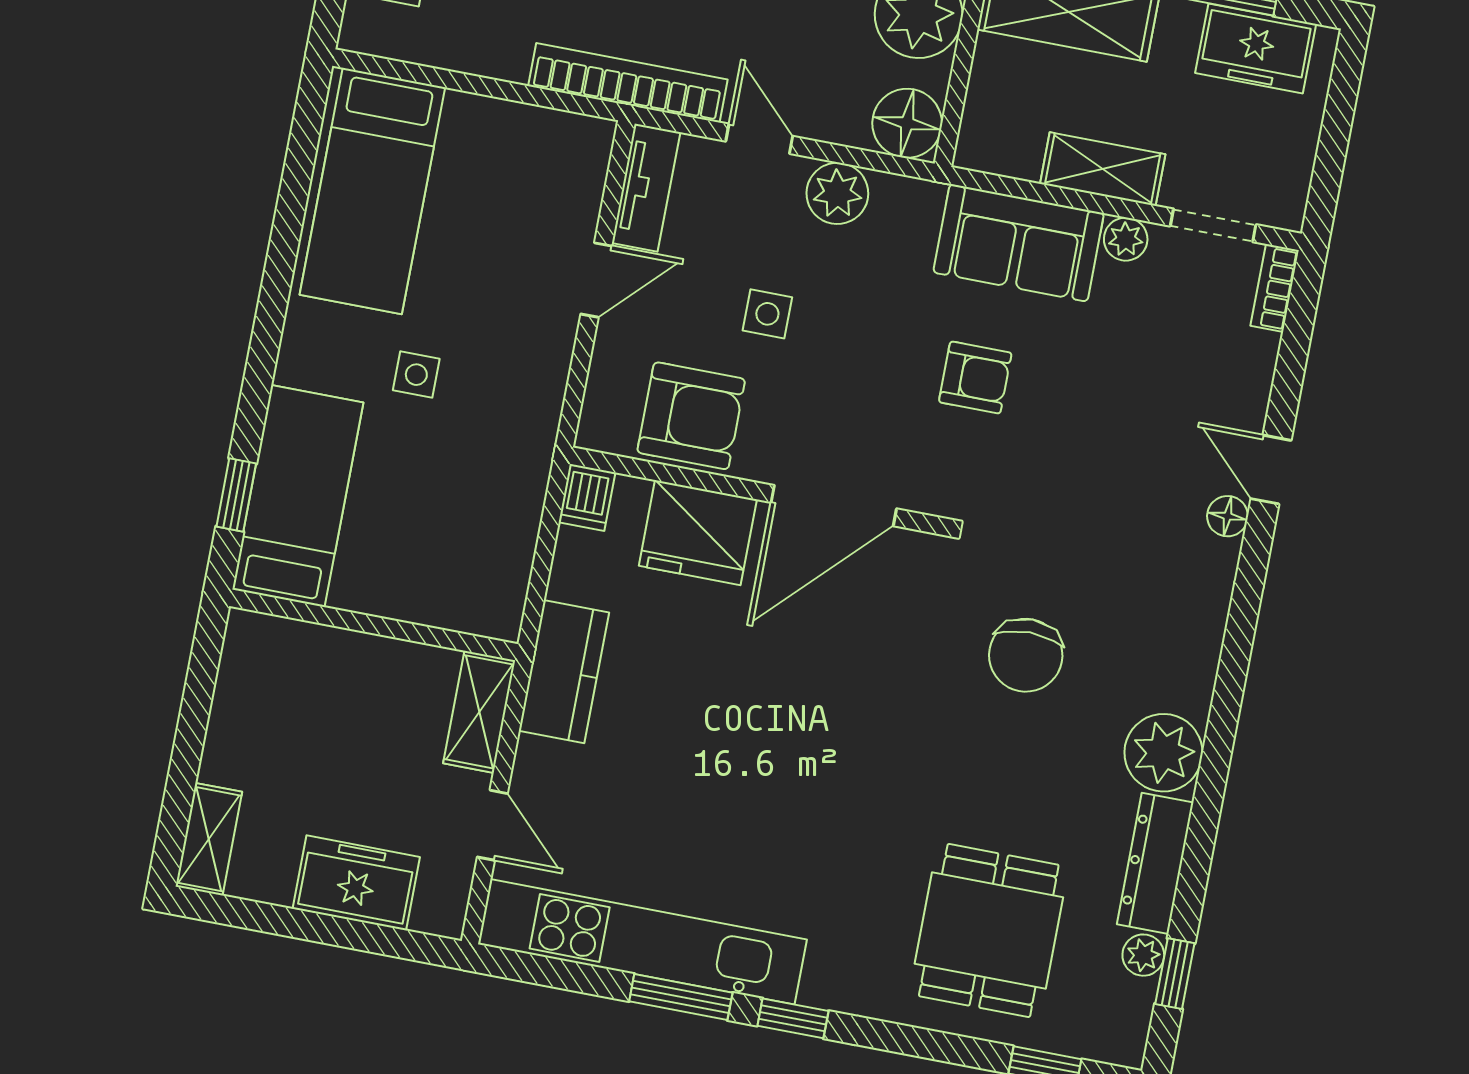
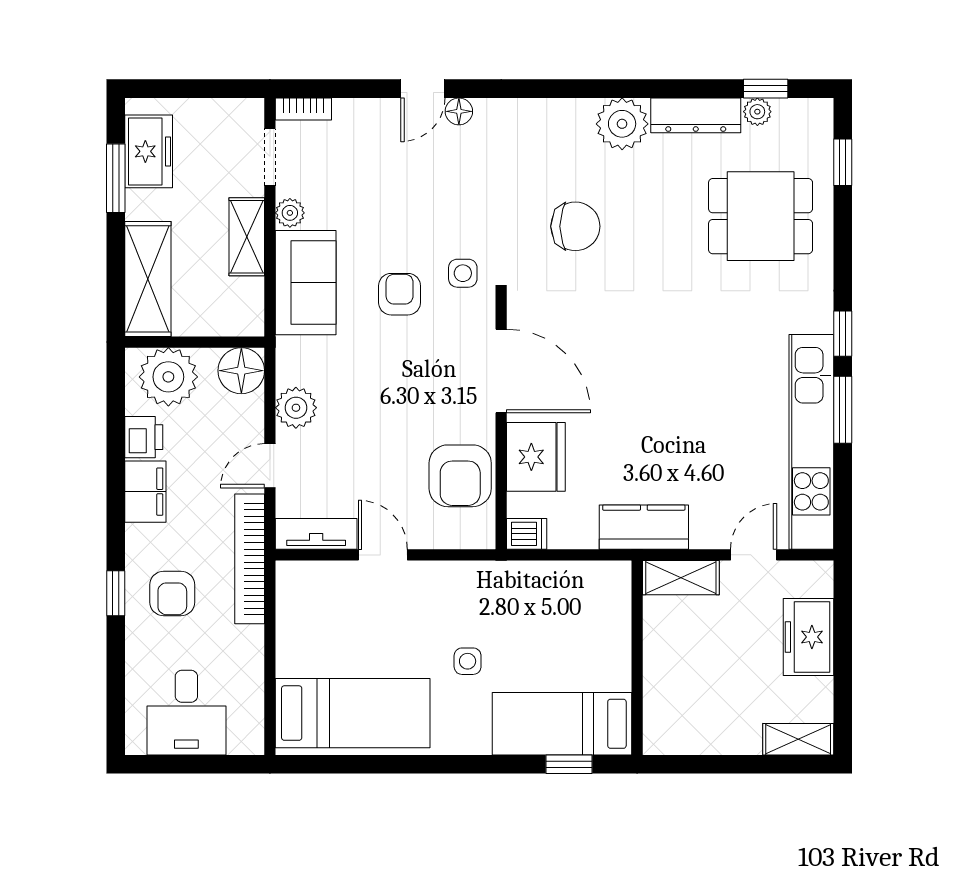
side table: (767, 314) -> (463, 273), moved
armchair: (691, 416) -> (460, 476), turned 180

